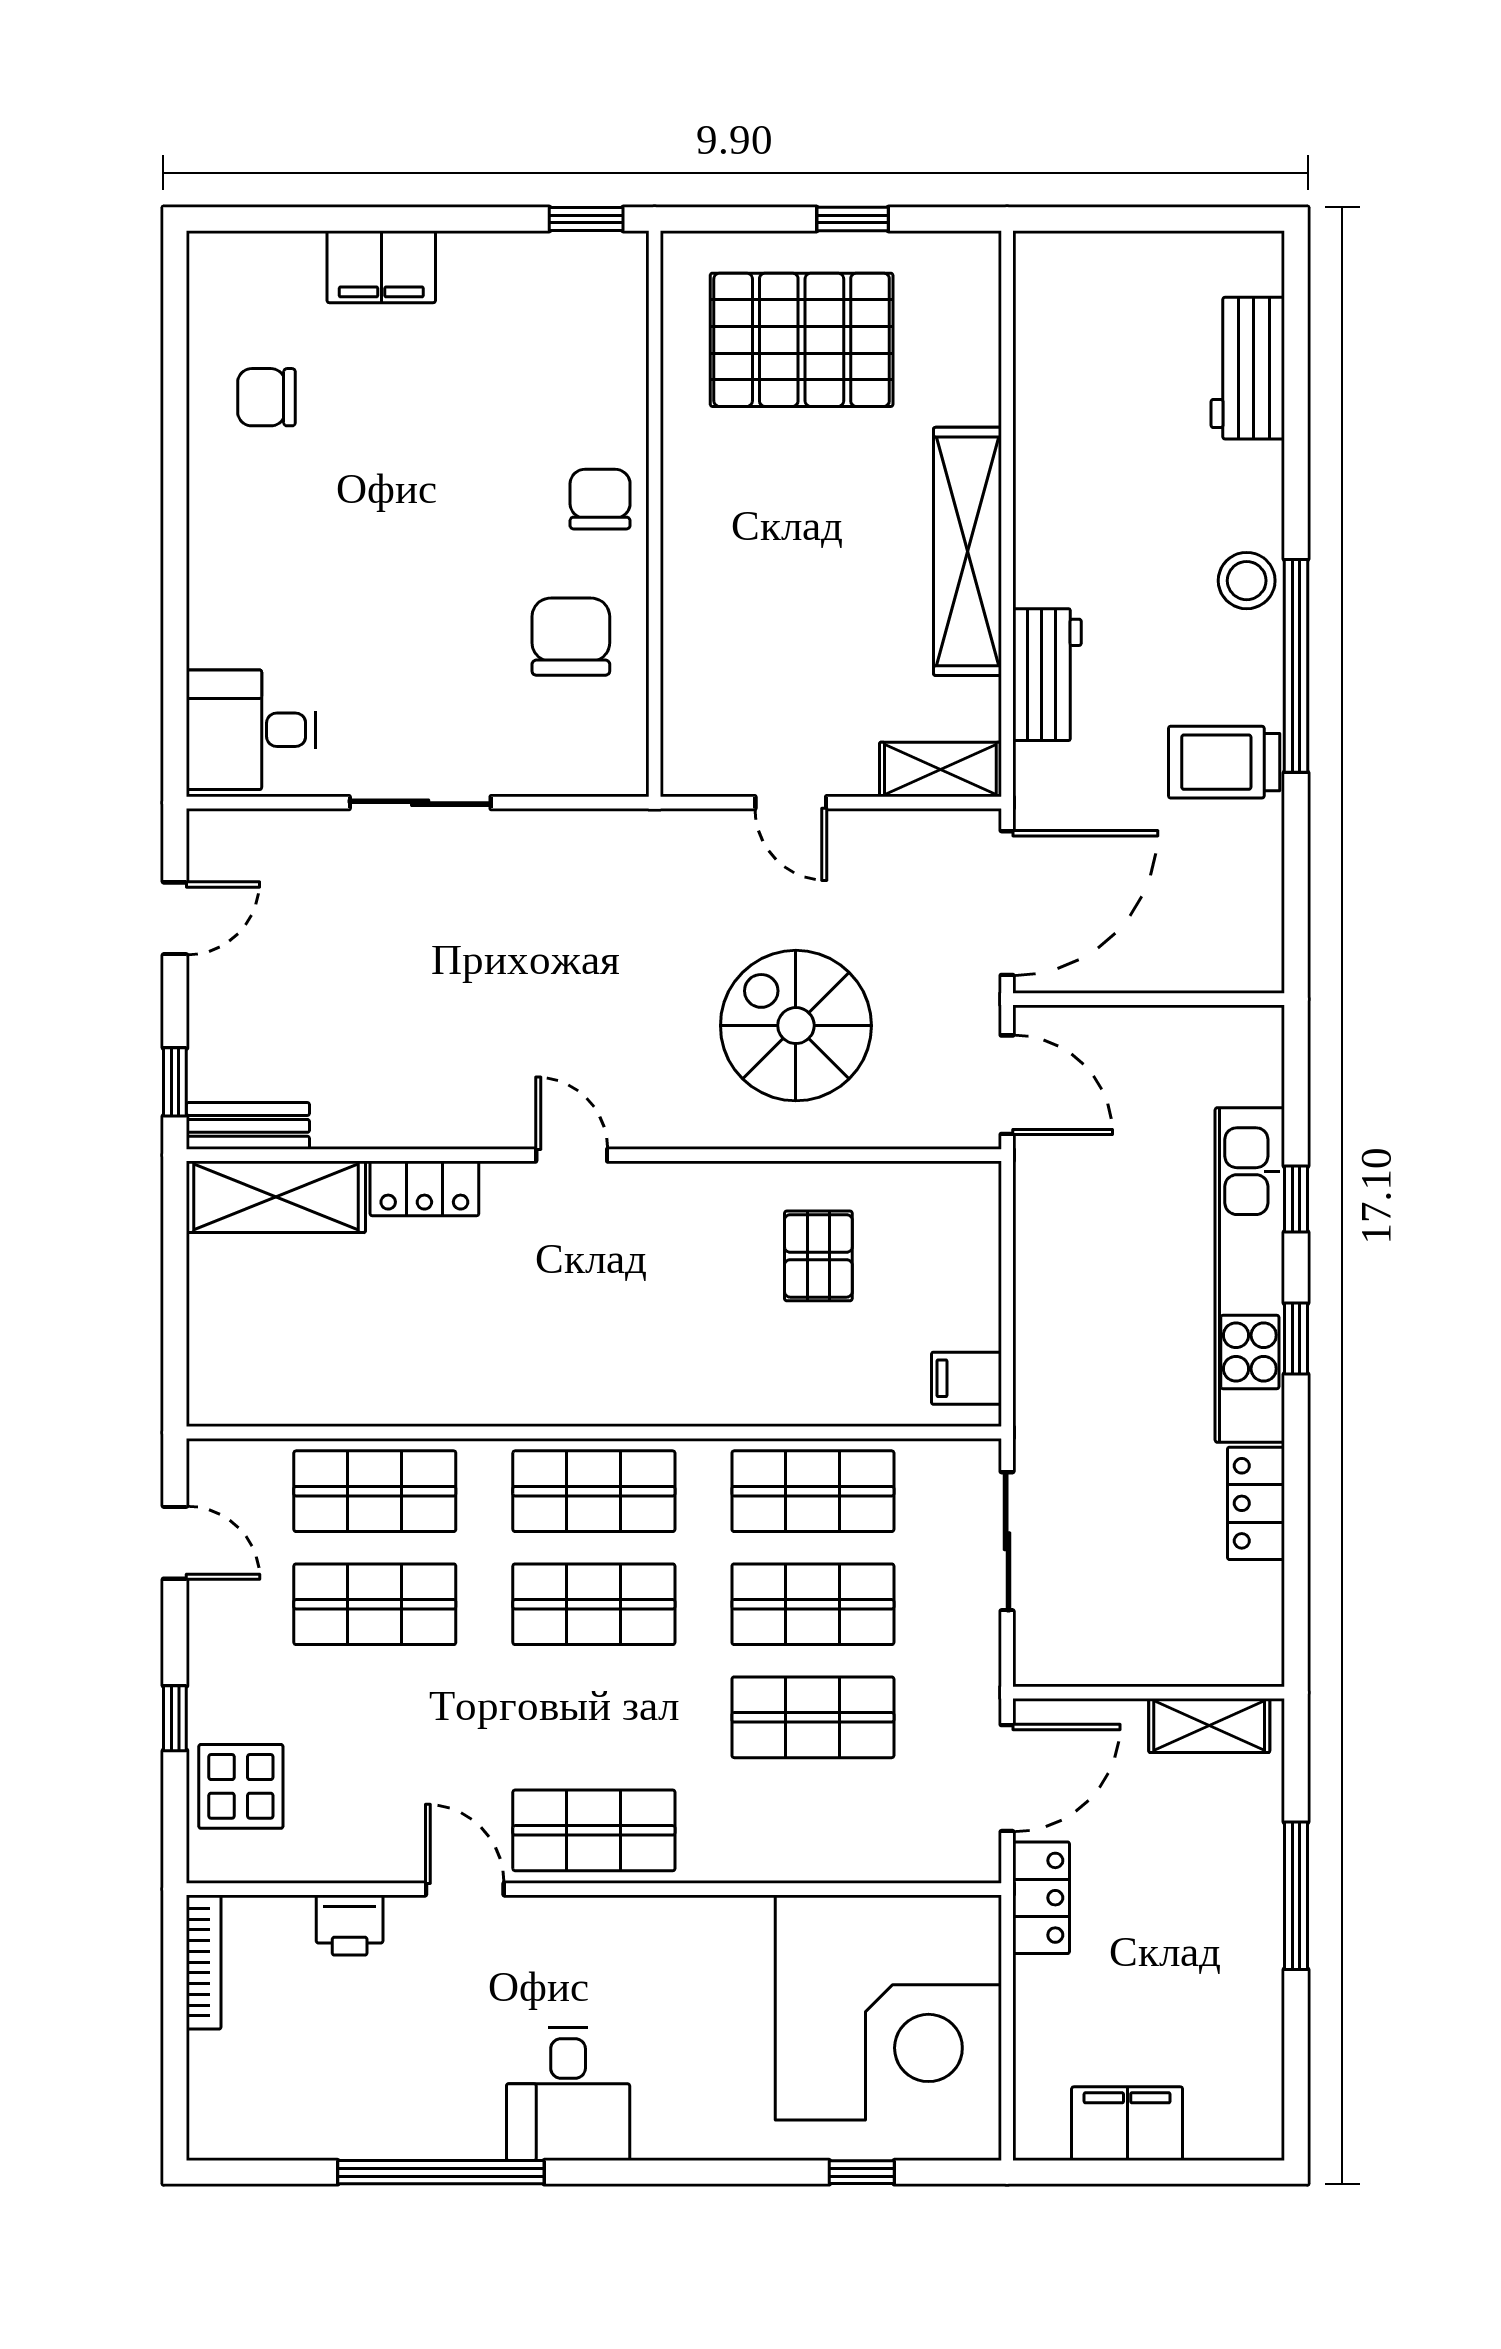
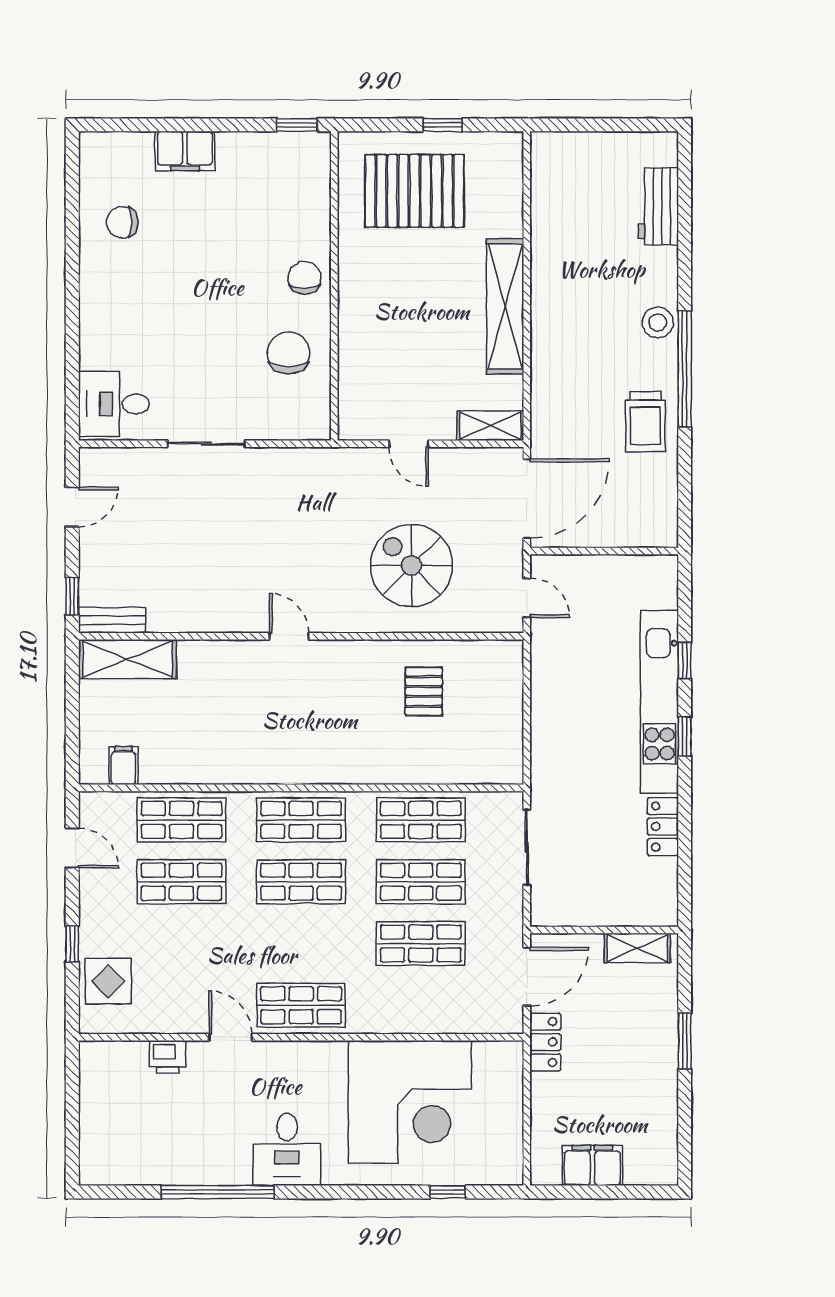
workbench: (1047, 675) -> (549, 374), removed
trolley: (1224, 762) -> (645, 422), turned -90
door: (1007, 1085) -> (527, 598), width x0.73
locker: (424, 1188) -> (209, 654), removed
filing cabinet: (966, 1378) -> (124, 766), moved, turned 90
window: (1296, 1896) -> (685, 1041), width x0.69
bookcase: (204, 1962) -> (88, 1077), removed
corner desk: (888, 2007) -> (410, 1102), moved

